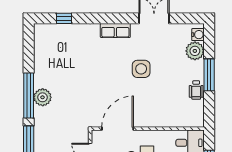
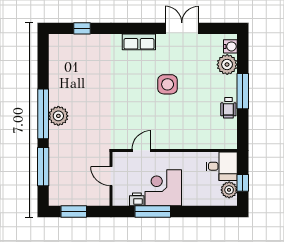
door: (118, 129) -> (141, 150), width x0.53

